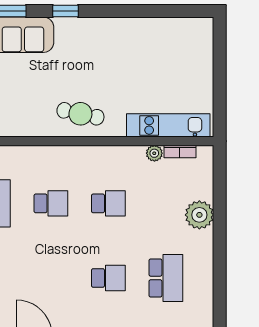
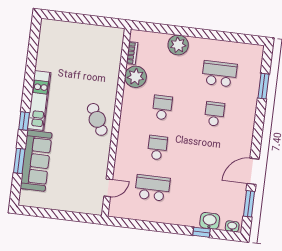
cafe table: (80, 114) -> (97, 119), turned -40
kitchen unit: (168, 125) -> (39, 101), moved, turned 180
plant: (154, 153) -> (136, 77), width x1.88, depth x1.88

